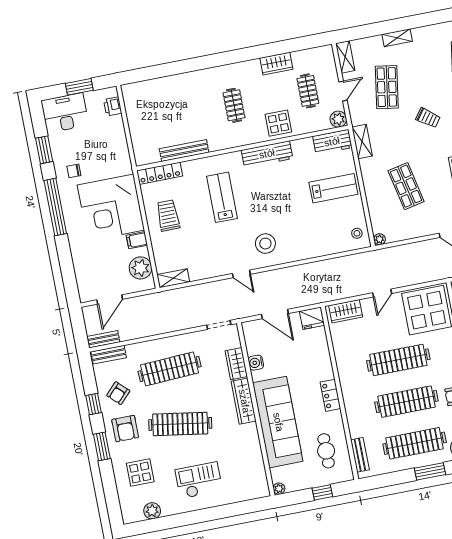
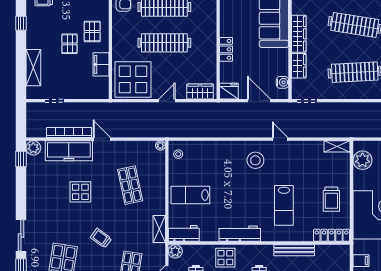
bench: (184, 151) -> (294, 250), moved
filing cabinet: (137, 240) -> (361, 261), moved
water cooler: (256, 363) -> (282, 82), moved
locker: (330, 395) -> (226, 49), moved

